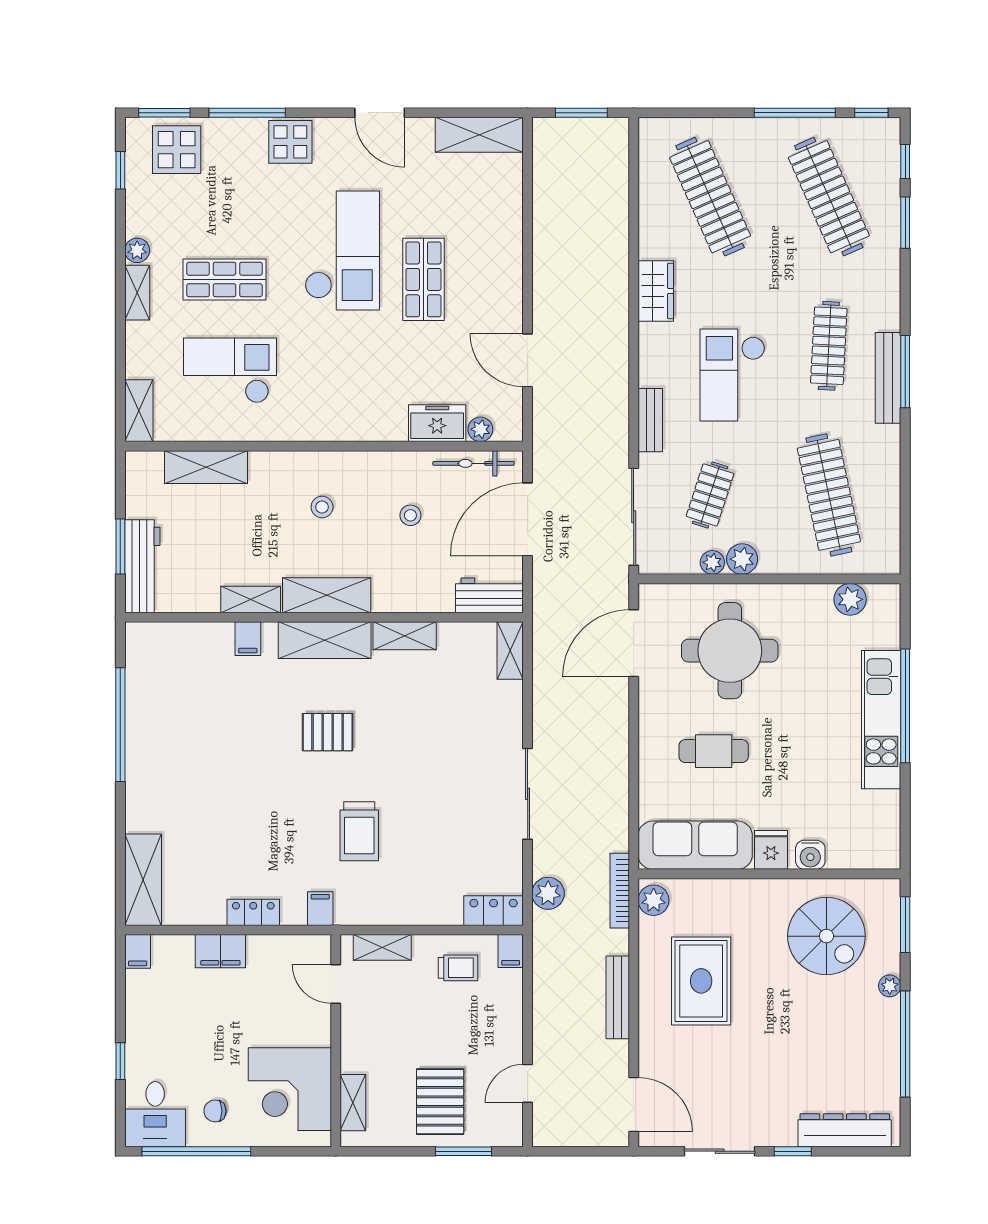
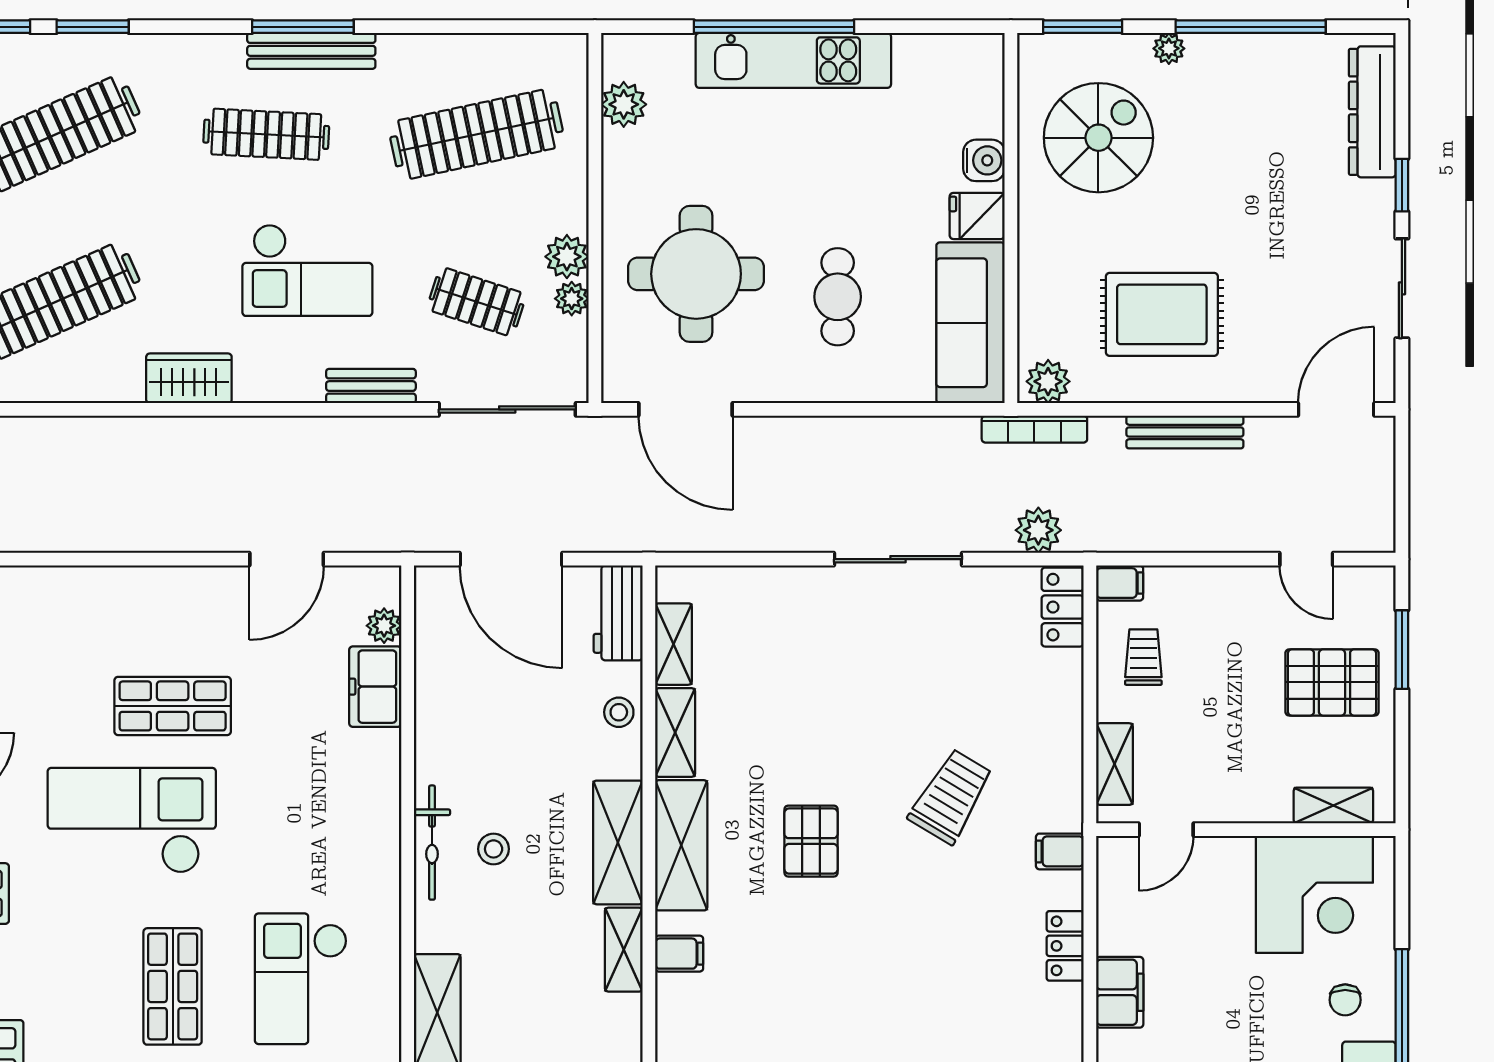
bicycle: (473, 463) -> (432, 843), moved
stool: (410, 515) -> (619, 712), moved
shelving: (510, 651) -> (674, 644), moved, turned 90
trolley: (359, 831) -> (951, 796), turned -59

